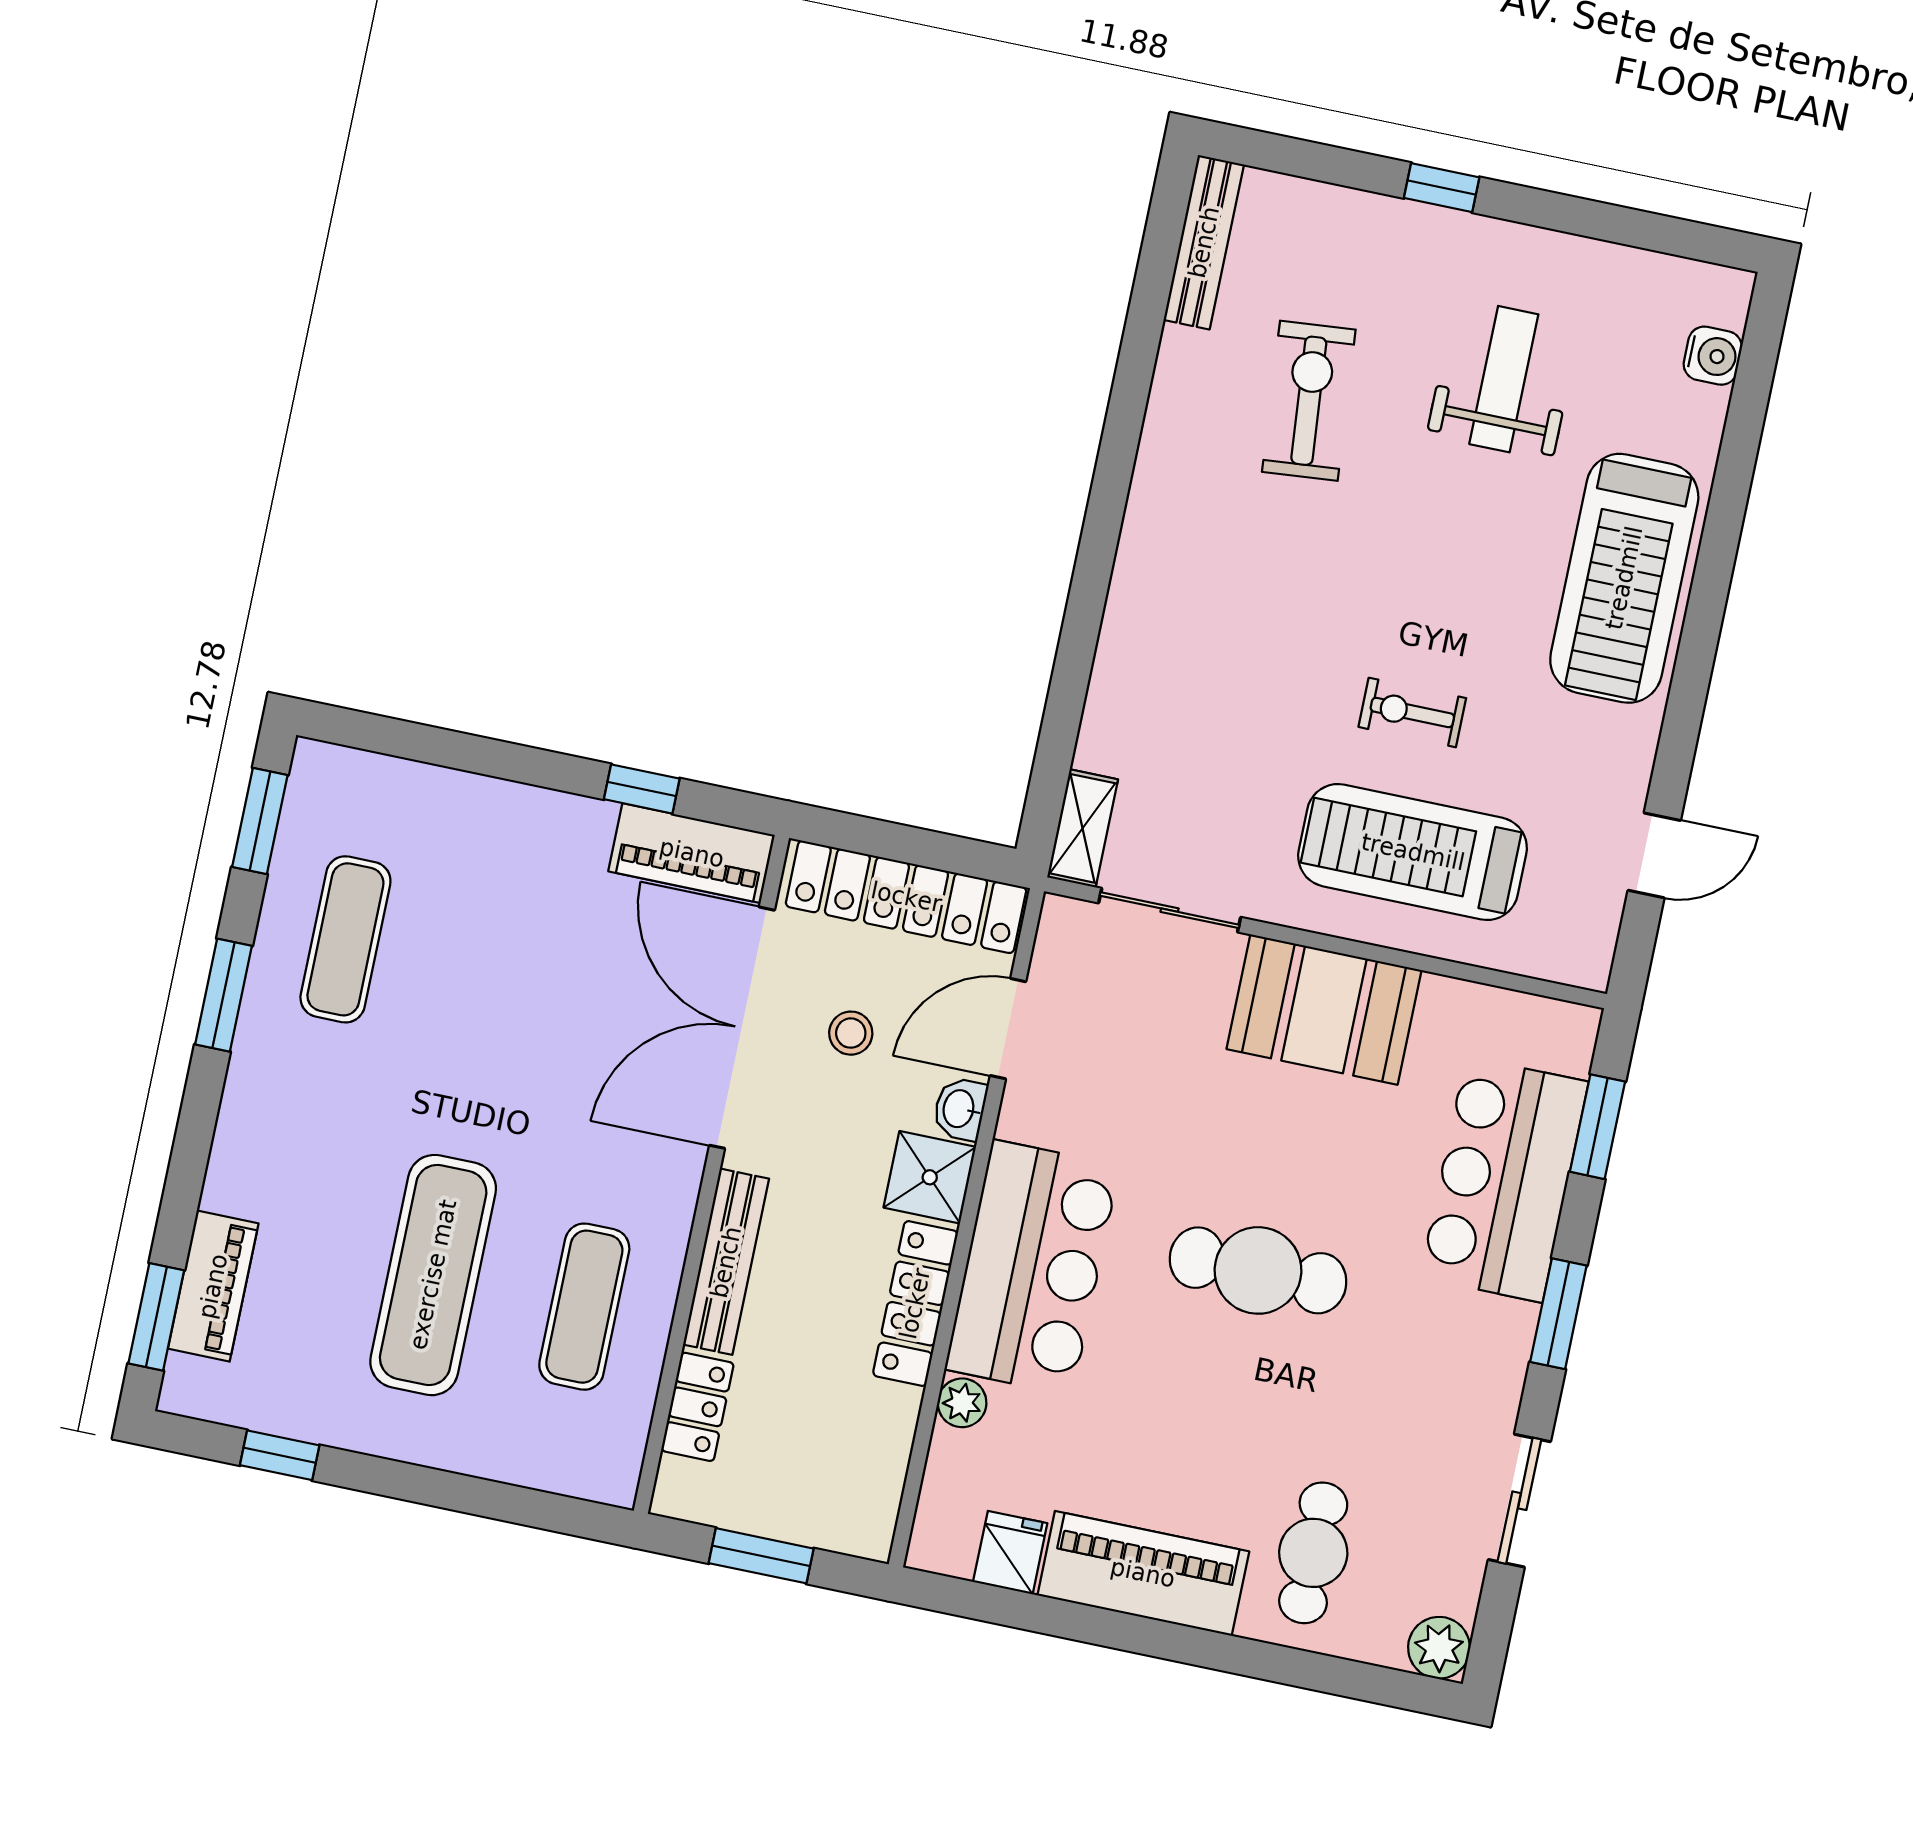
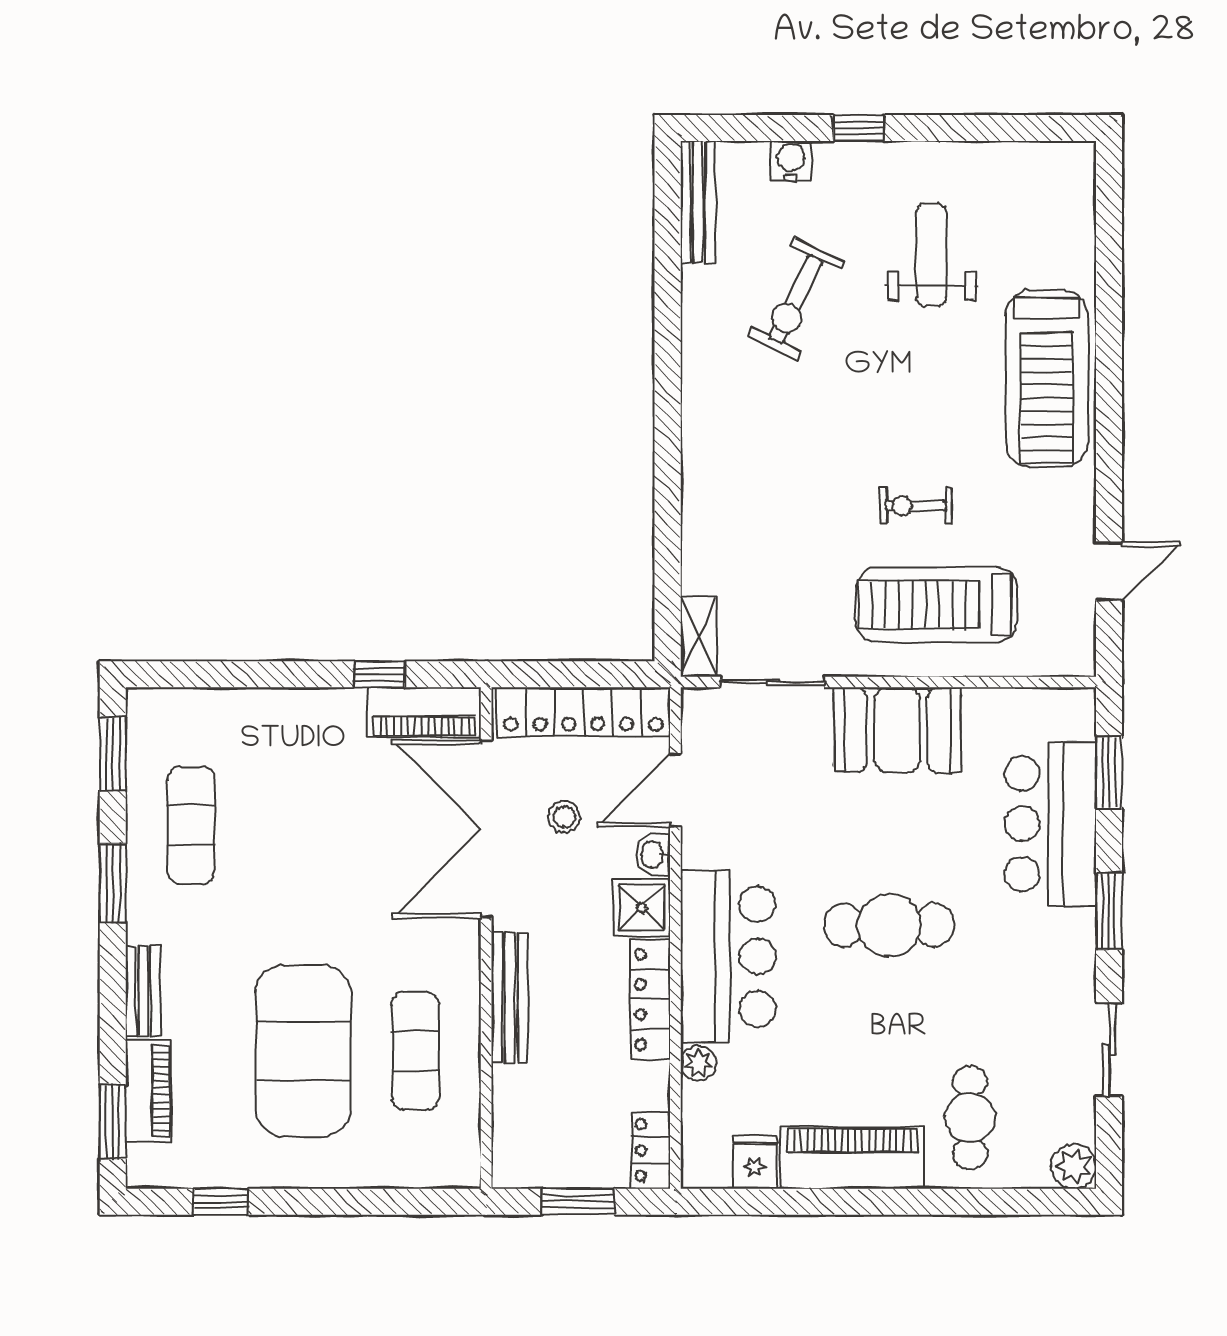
water cooler: (1713, 356) -> (791, 161), moved, turned -90
exercise bike: (1309, 401) -> (796, 299), turned -149
bench: (234, 1149) -> (143, 991), added
exercise mat: (433, 1275) -> (303, 1051), width x1.47
locker: (698, 1407) -> (651, 1150), moved, turned 180

